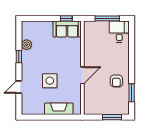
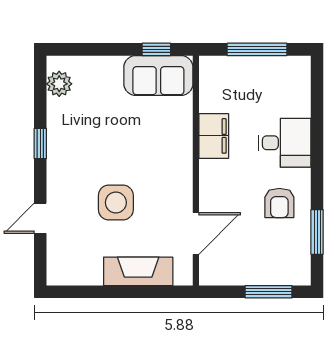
desk: (119, 32) -> (285, 143), moved, turned 90
plant: (27, 45) -> (59, 84), moved
filing cabinet: (90, 54) -> (214, 136), added
door: (82, 75) -> (196, 234), moved

